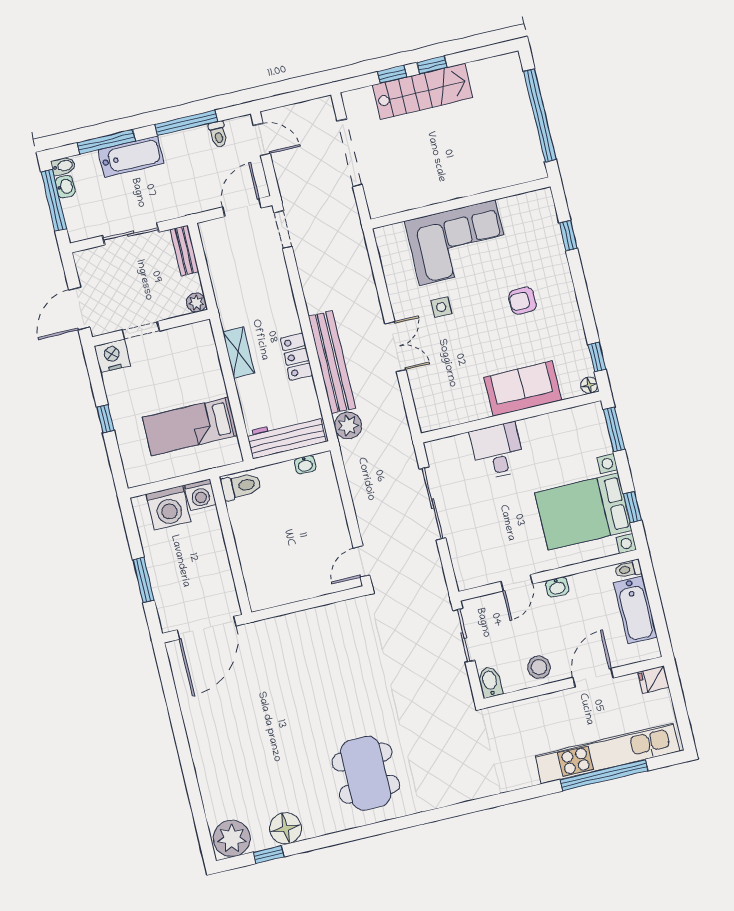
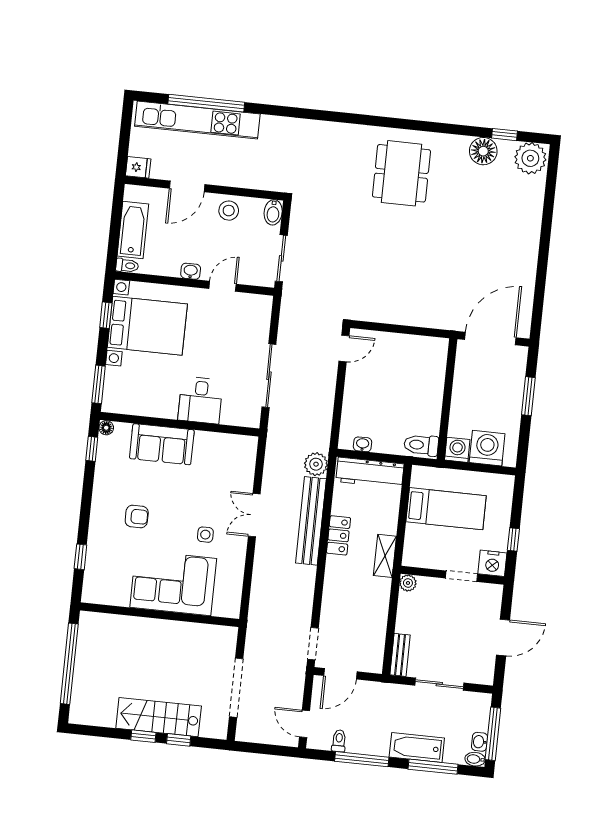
plant: (196, 303) -> (408, 583), moved
wall: (151, 328) -> (452, 575), moved
doorway: (141, 330) -> (461, 576), moved
nightstand: (112, 356) -> (492, 563), moved

